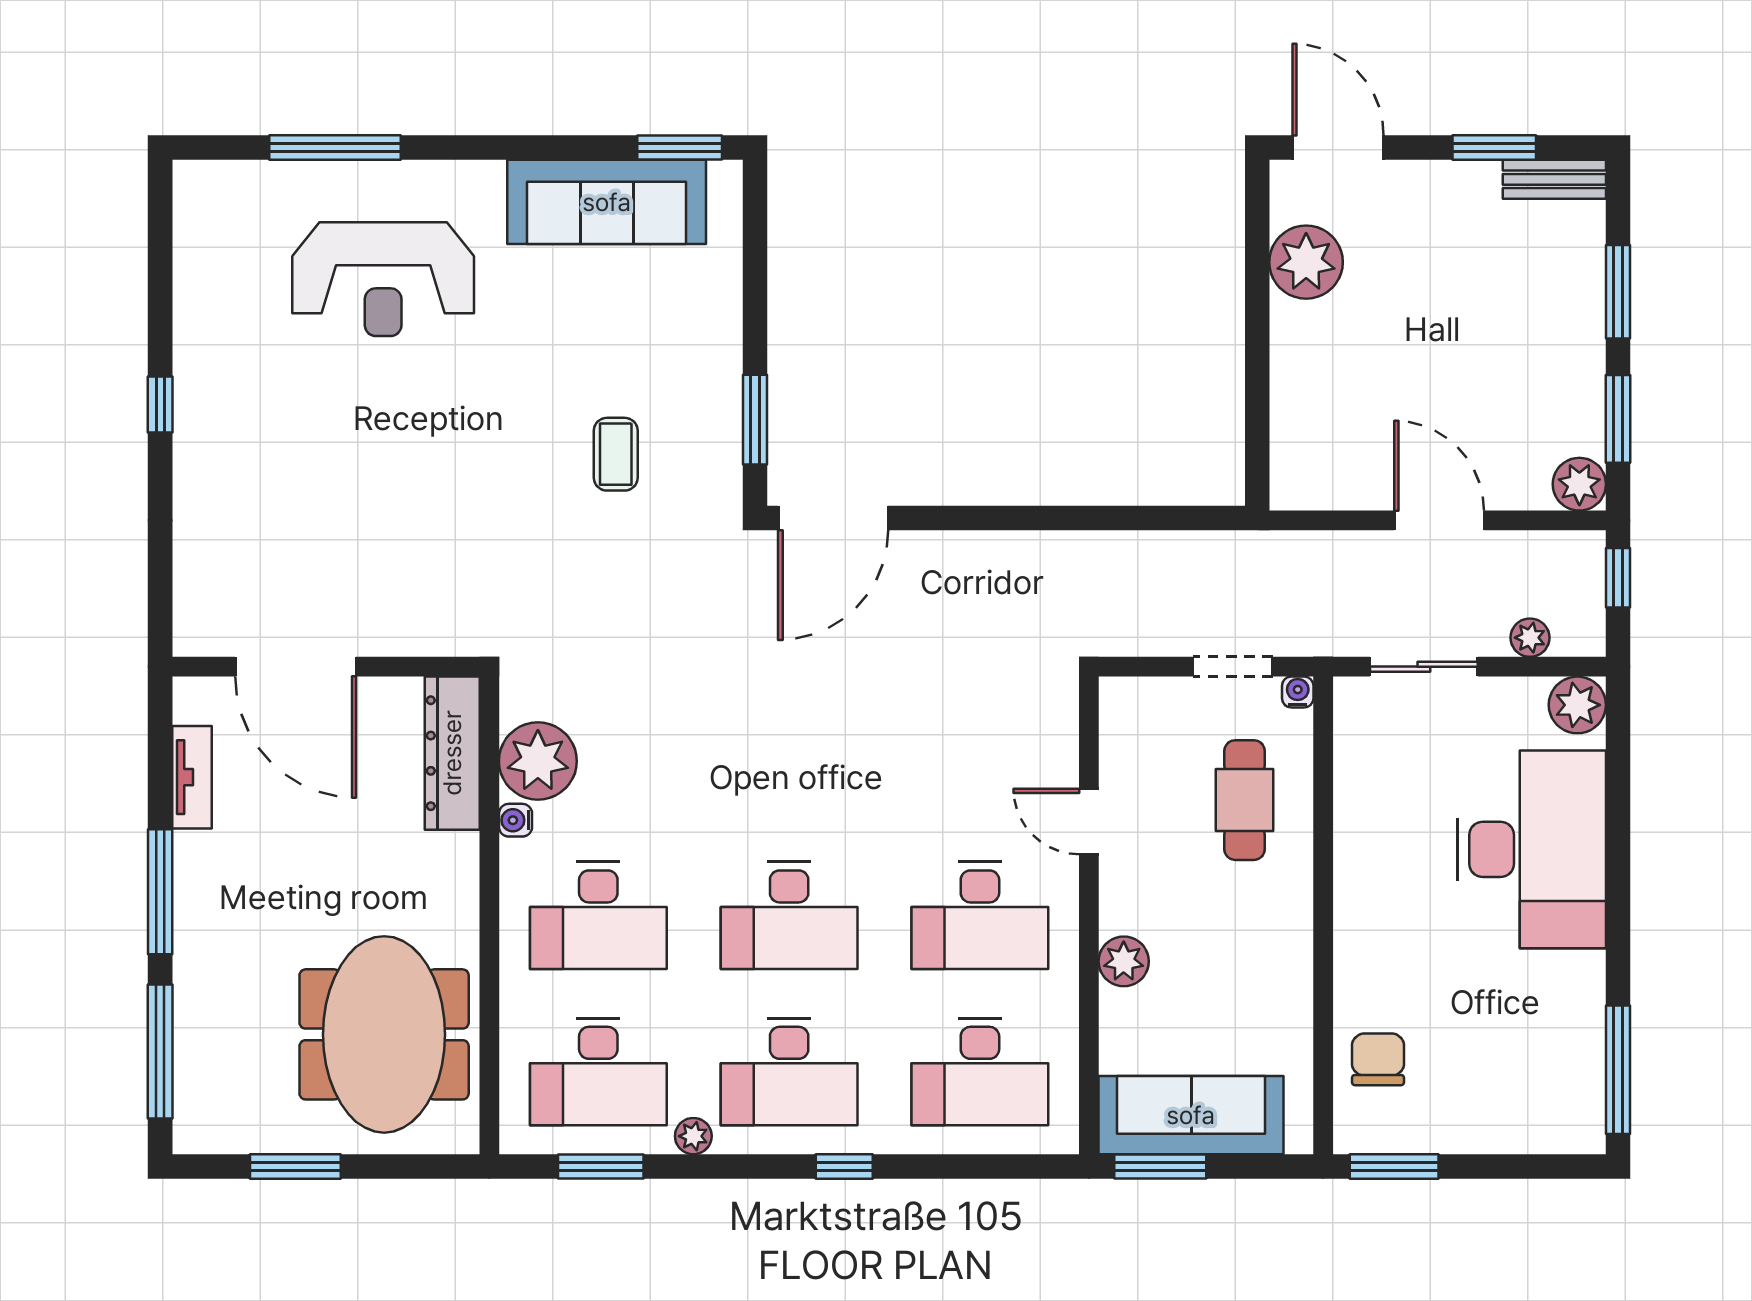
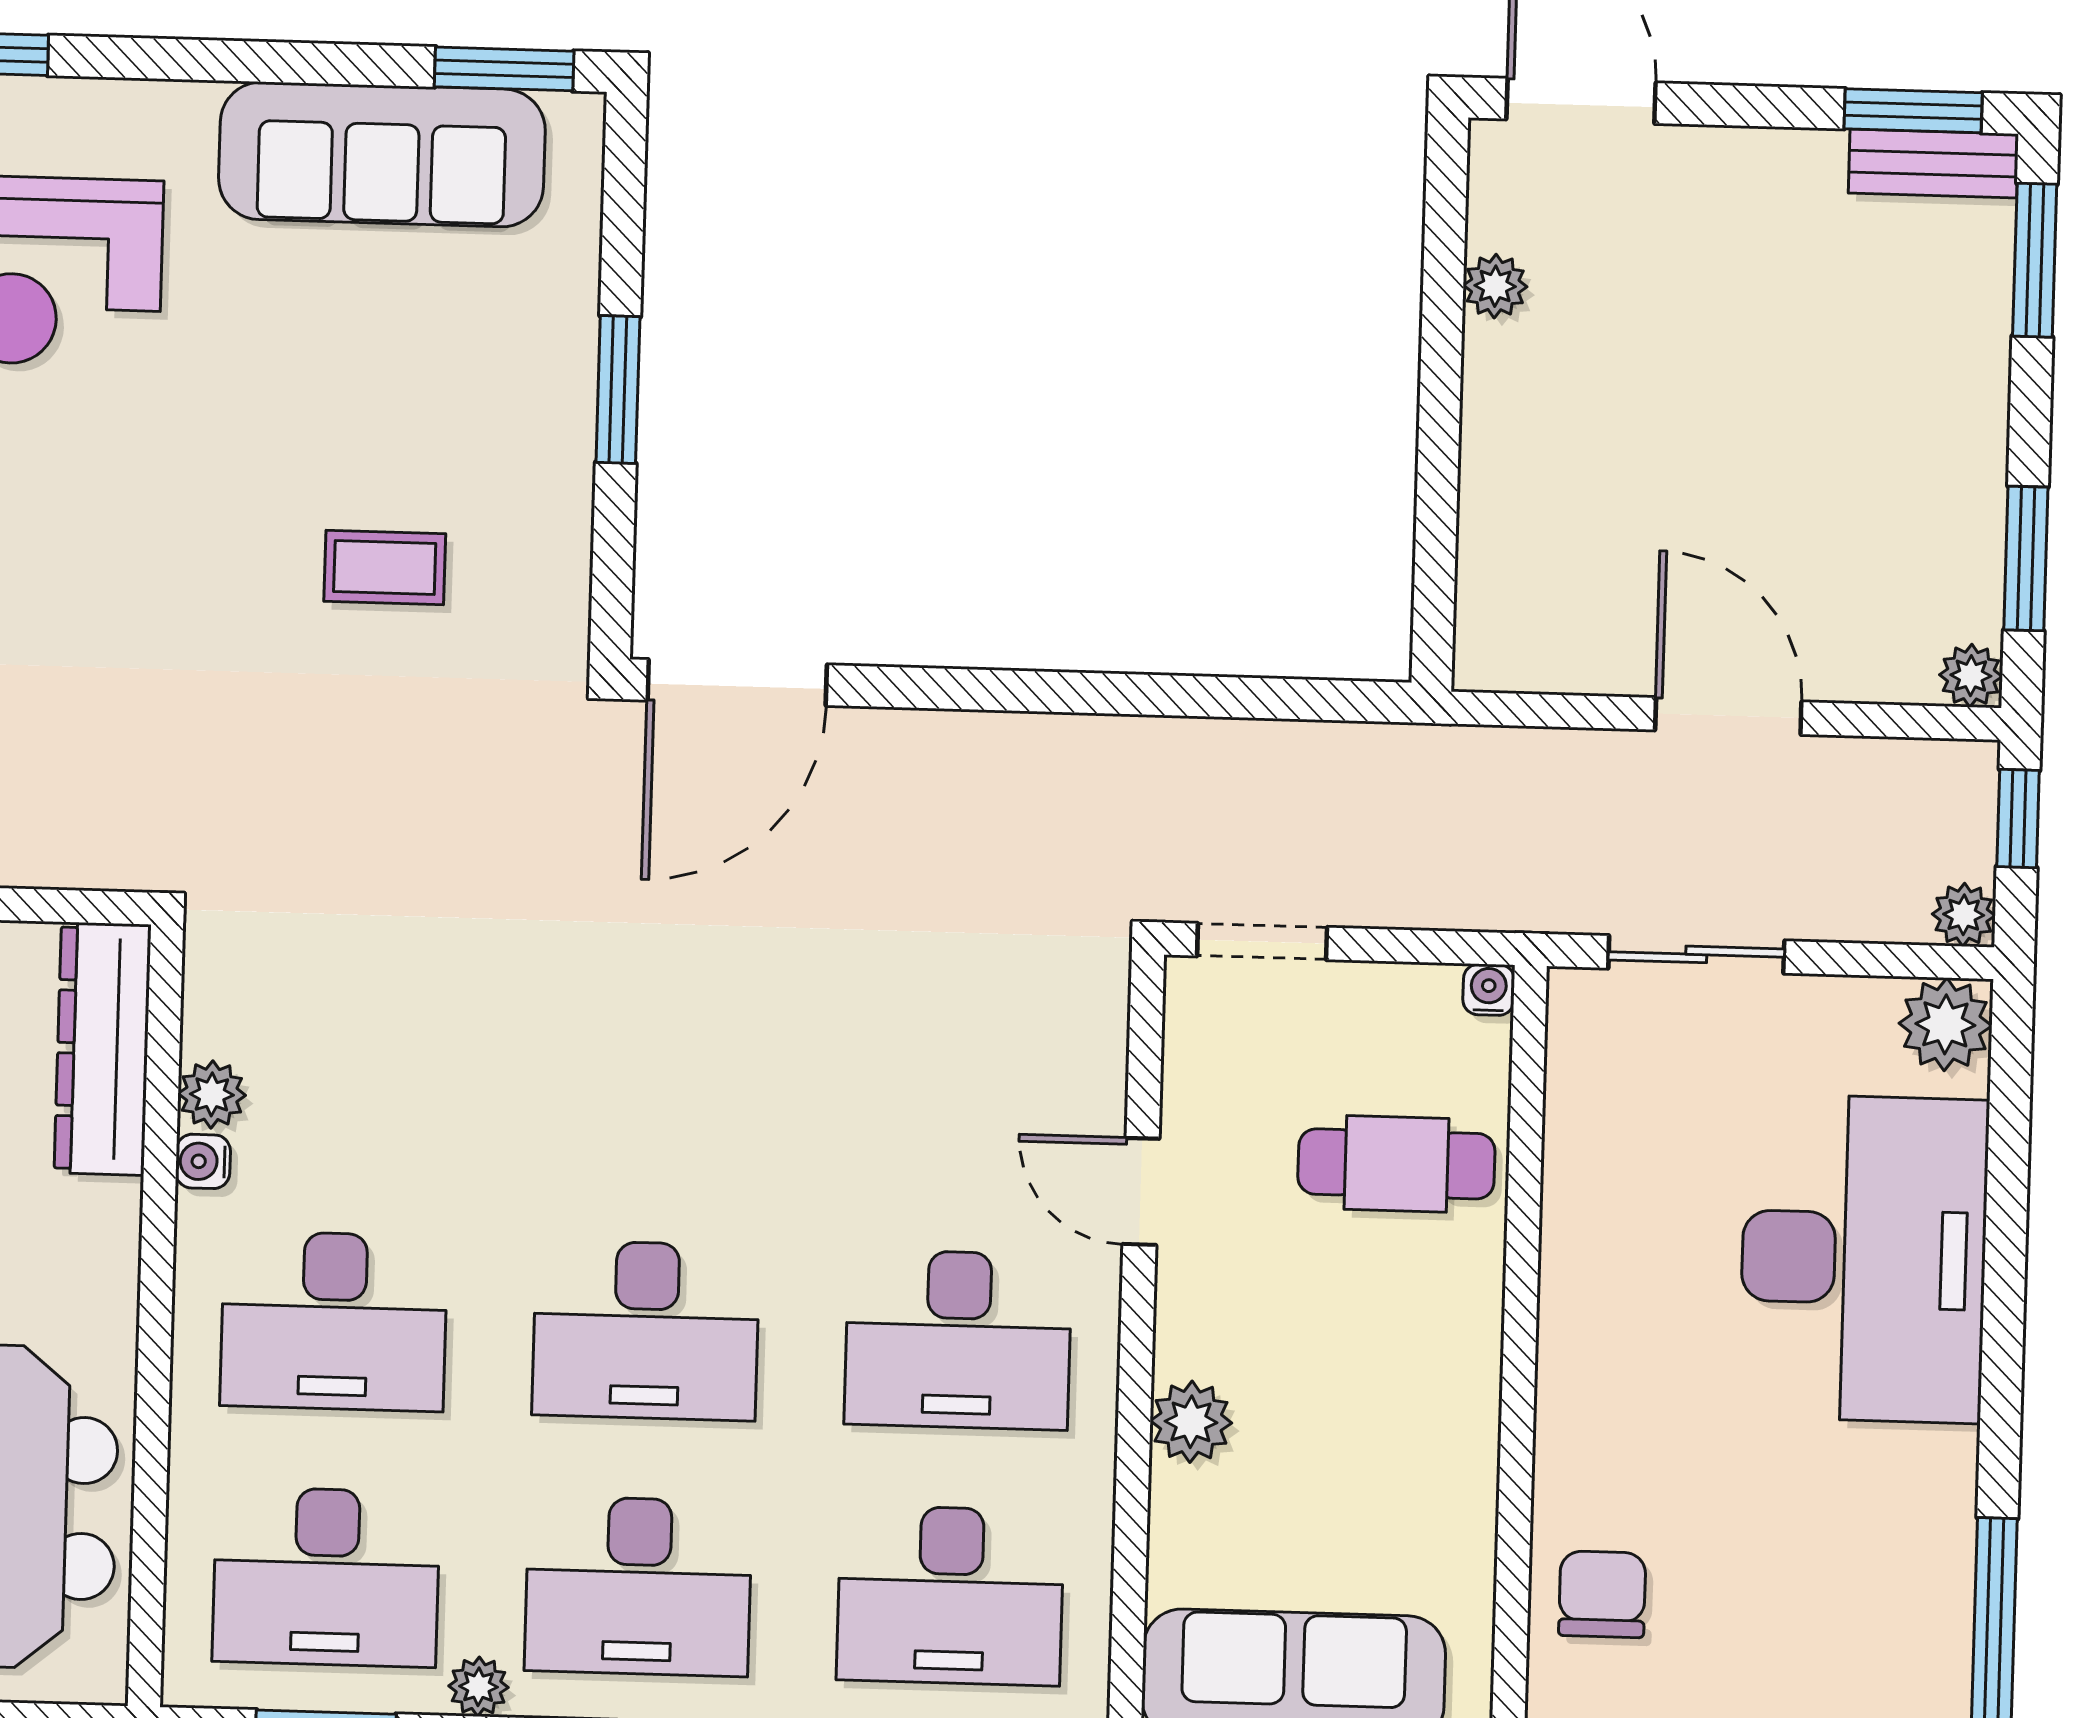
window: (1494, 147) -> (1913, 111), moved
plant: (1306, 262) -> (1495, 286), width x0.53, depth x0.53
window: (1618, 292) -> (2035, 260), moved
window: (755, 420) -> (618, 389), moved
coffee table: (616, 454) -> (385, 568), turned 90
plant: (1579, 484) -> (1971, 676), width x0.73, depth x0.73
plant: (1530, 638) -> (1964, 915), moved
doorway: (1233, 667) -> (1262, 942), moved
plant: (538, 761) -> (212, 1094), width x0.53, depth x0.53
cafe table: (1245, 800) -> (1396, 1164), turned 90

